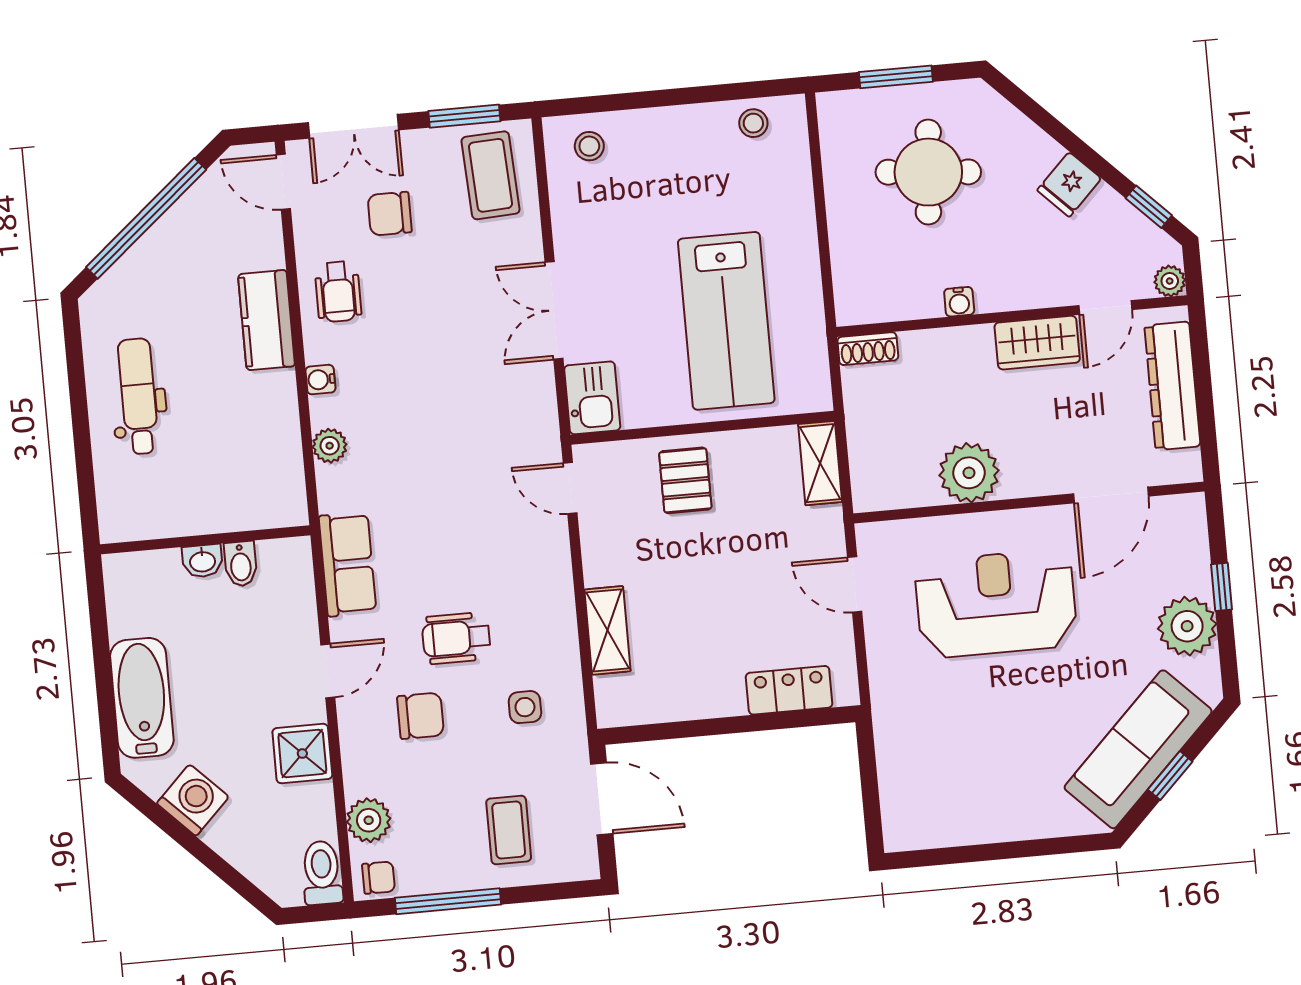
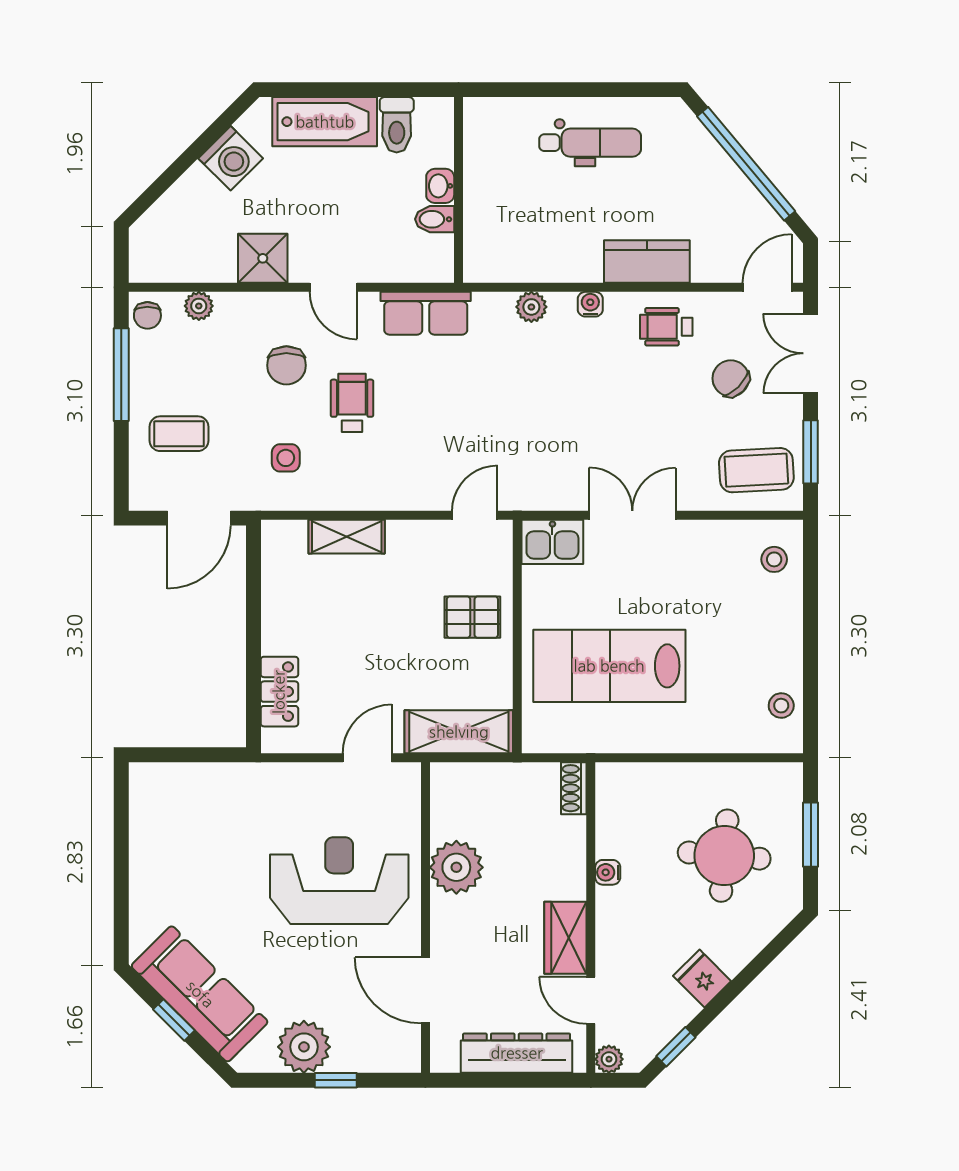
chair: (390, 214) -> (731, 378), turned -45
shelving: (820, 463) -> (459, 732), width x1.50, depth x1.33
reception desk: (996, 604) -> (339, 881), turned -90
plant: (369, 820) -> (199, 306), width x0.73, depth x0.73
toilet: (322, 873) -> (397, 125), moved, turned 90

